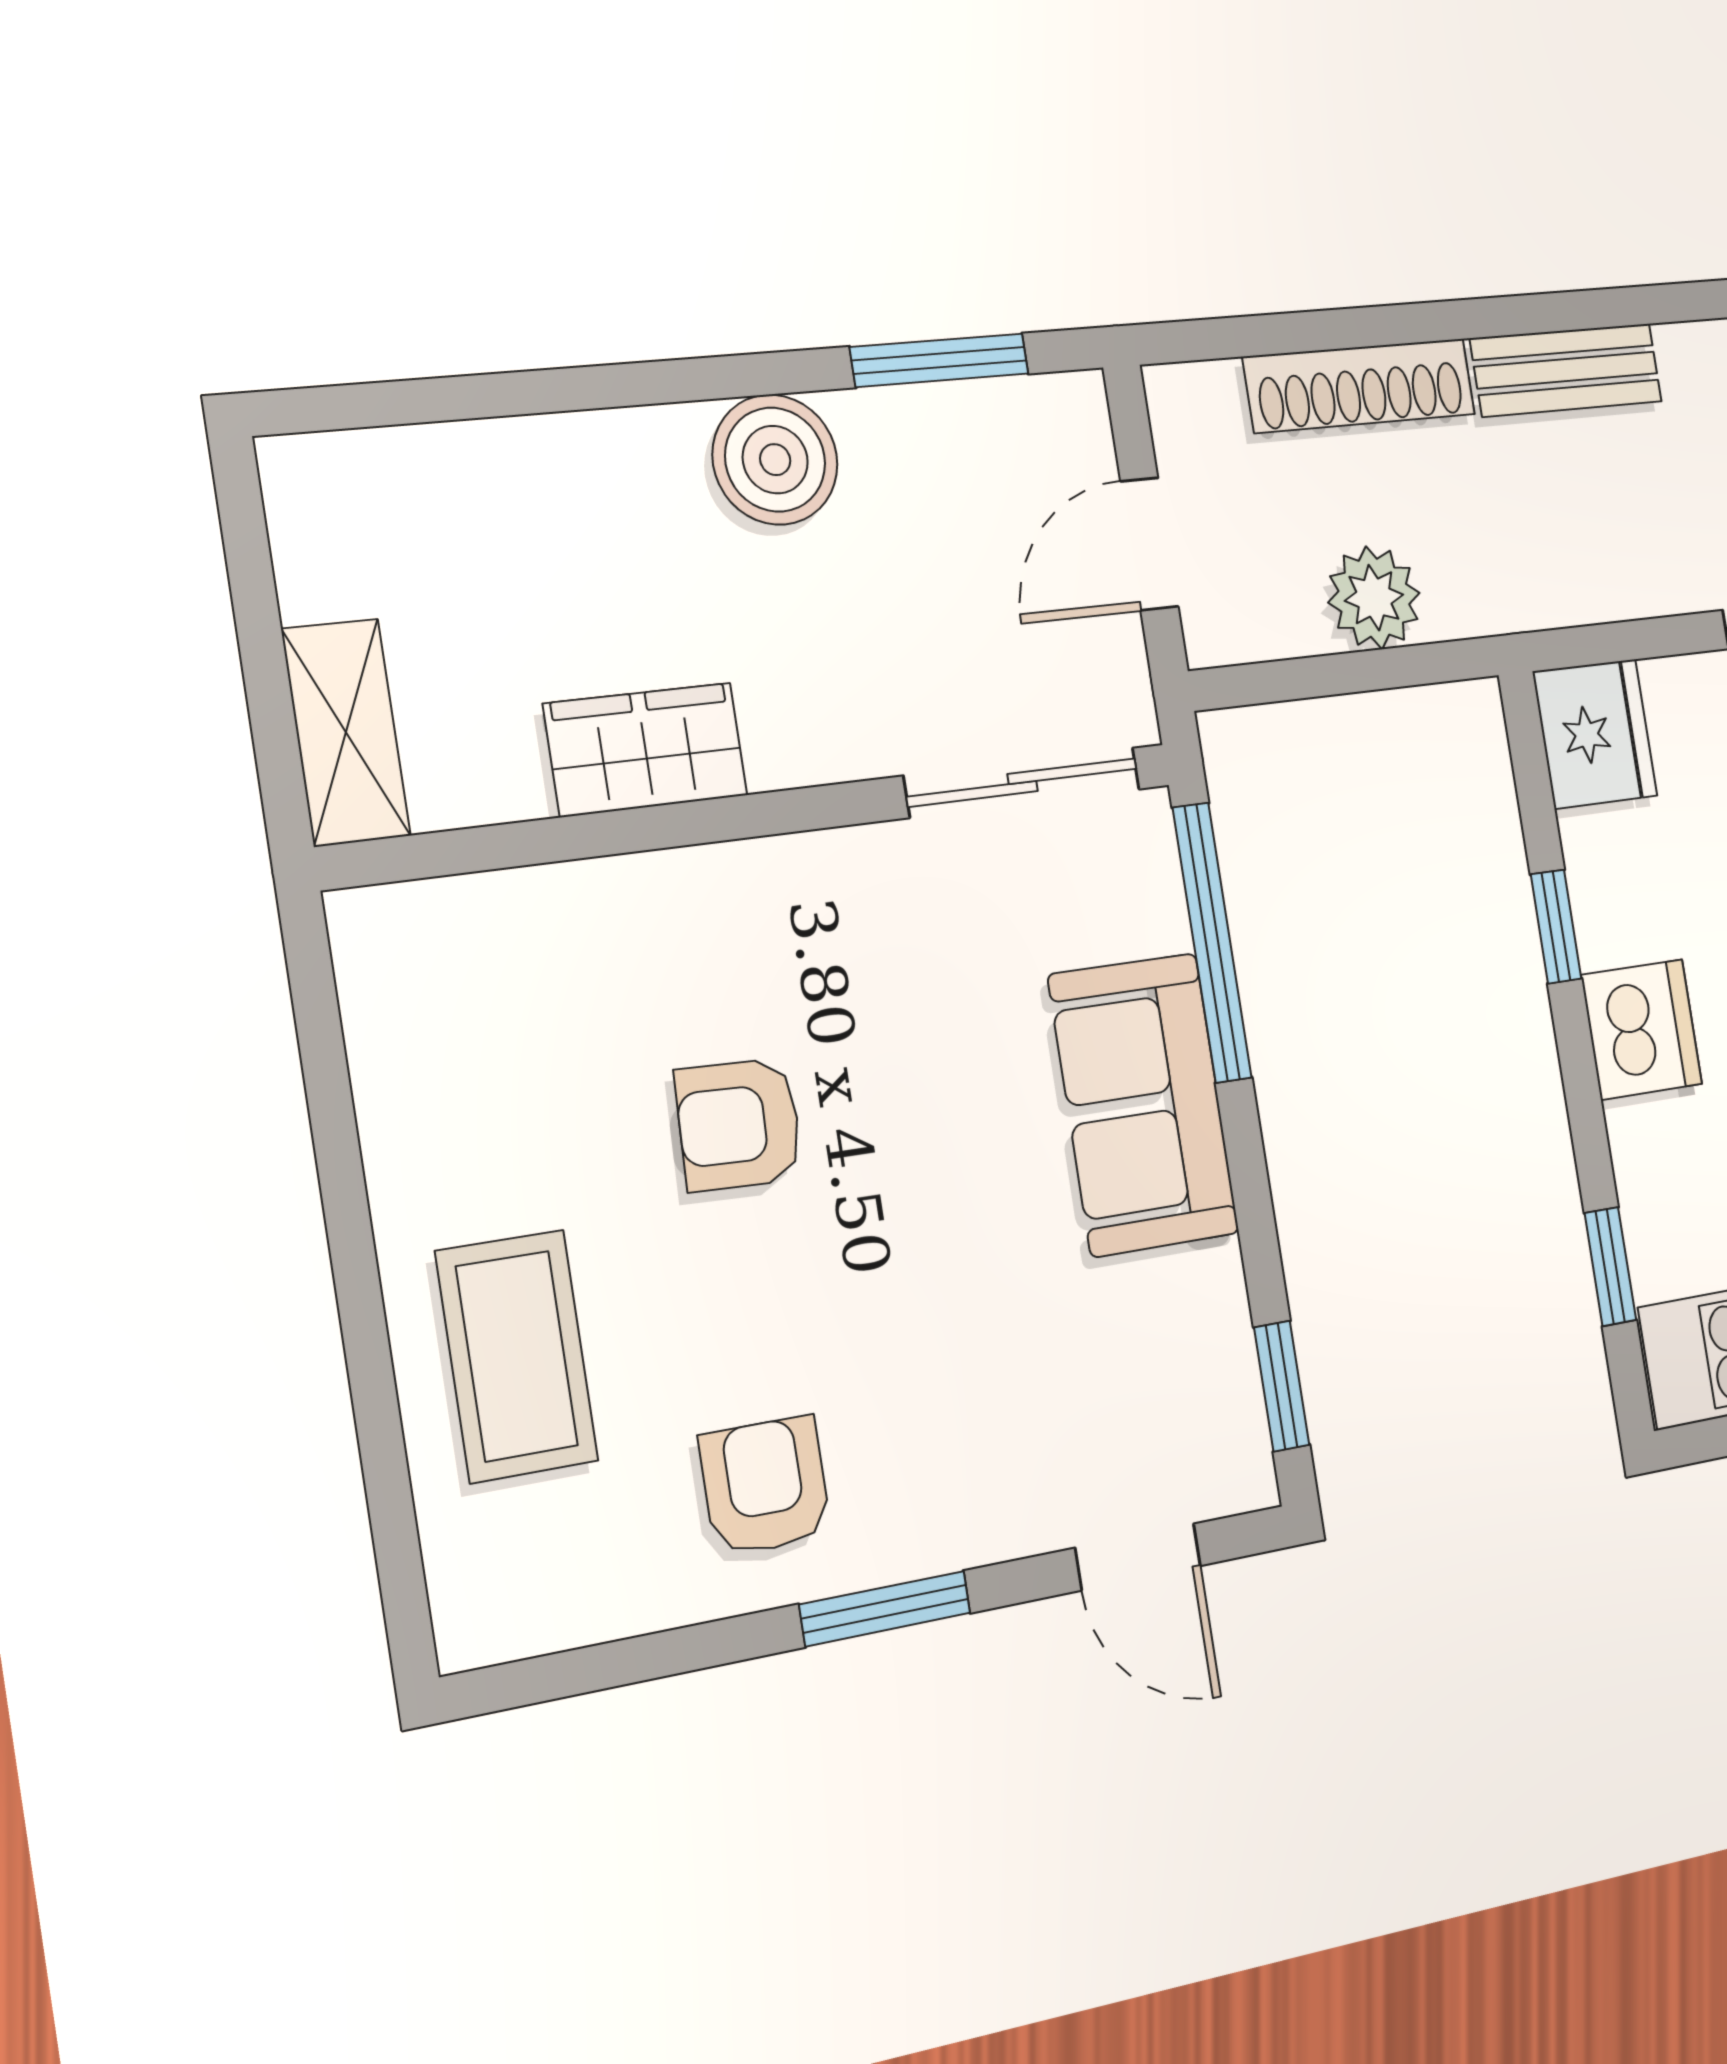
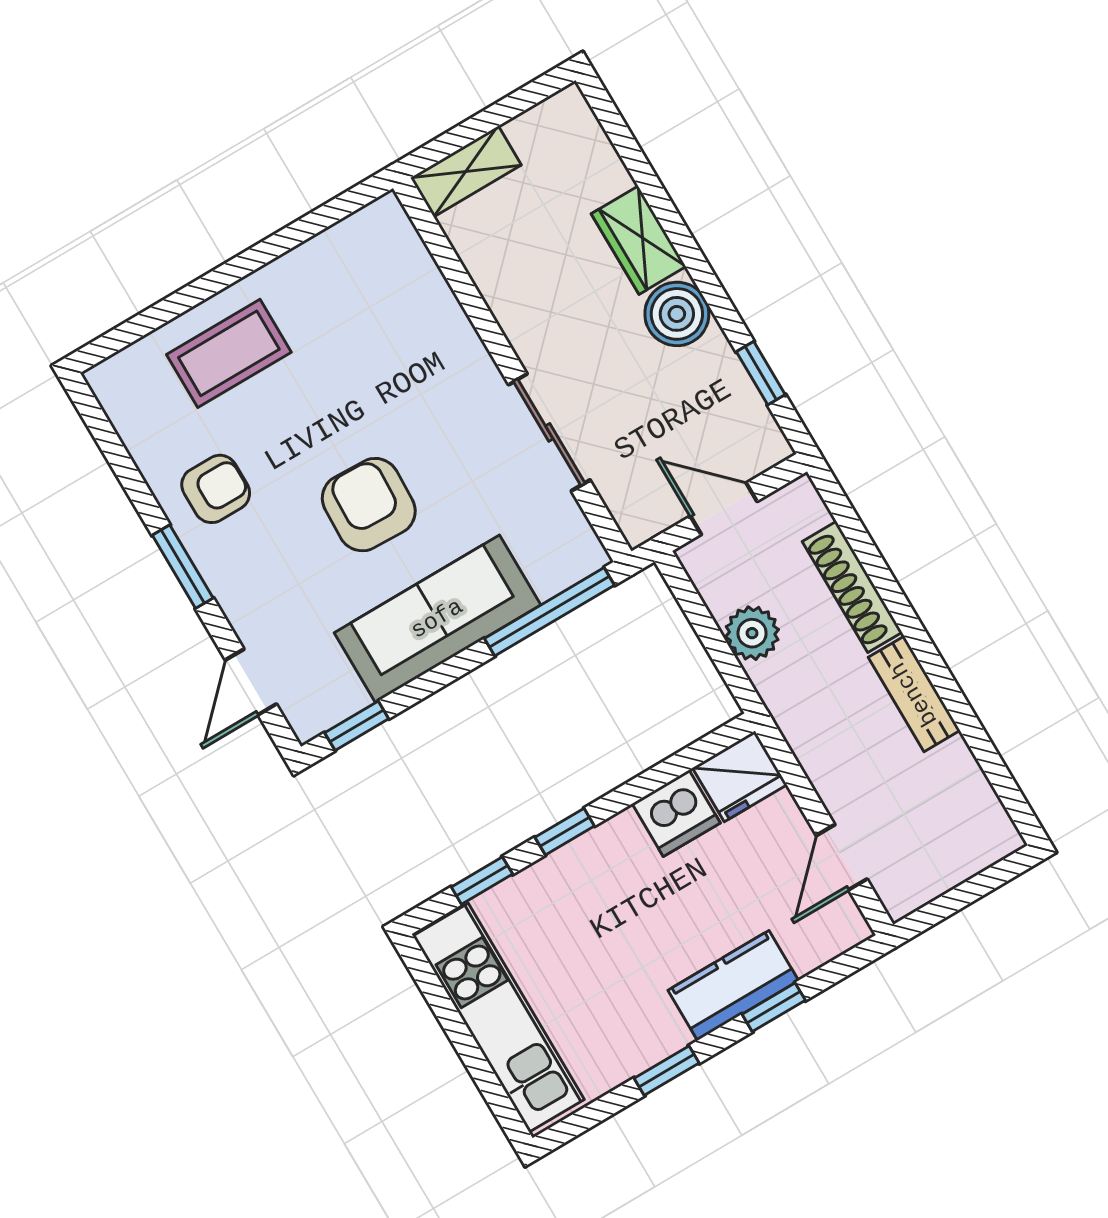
window: (940, 360) -> (761, 373), width x0.67
wardrobe: (646, 750) -> (639, 240), moved, turned 180
sliding door: (1023, 783) -> (549, 432), moved
window: (1556, 927) -> (565, 832), moved
dishwasher: (1642, 1030) -> (676, 813), moved
sofa: (1144, 1104) -> (437, 619), width x1.36
armchair: (739, 1125) -> (369, 505), moved, width x1.38, depth x1.38

